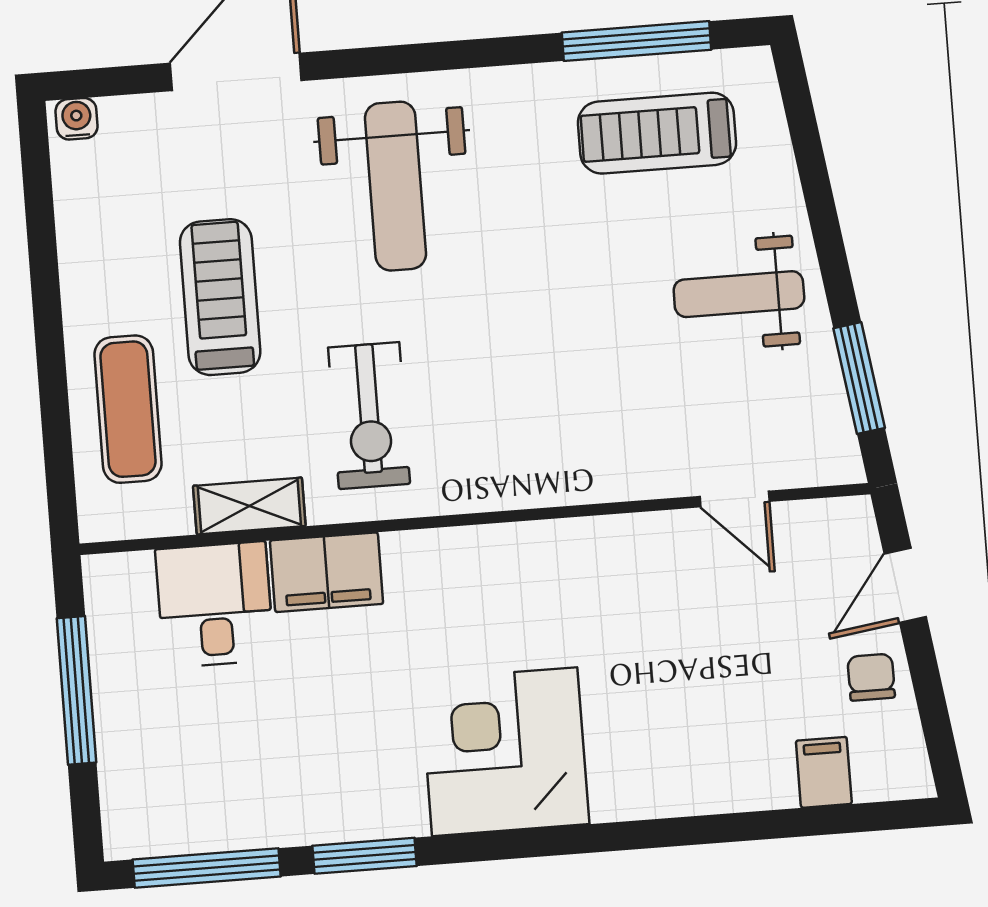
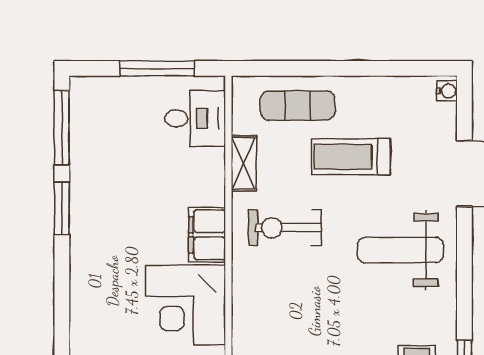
treadmill: (220, 297) -> (351, 157), turned 180
filing cabinet: (326, 572) -> (207, 235), moved
desk: (215, 605) -> (195, 118), moved
corner desk: (505, 752) -> (185, 305), moved, turned 180

